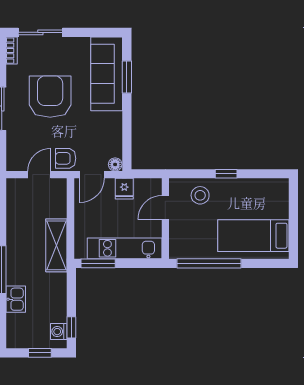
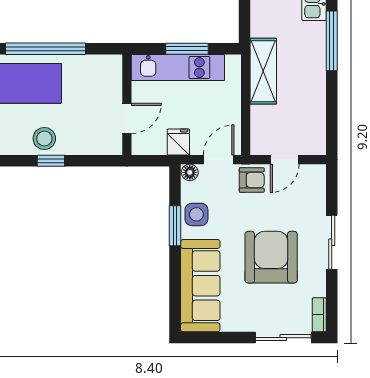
window: (127, 77) -> (175, 226), moved
armchair: (50, 97) -> (271, 257), turned 180
side table: (110, 131) -> (196, 214), added
stool: (200, 195) -> (44, 138), moved
window: (98, 263) -> (187, 49), moved
window: (209, 263) -> (45, 49), moved

